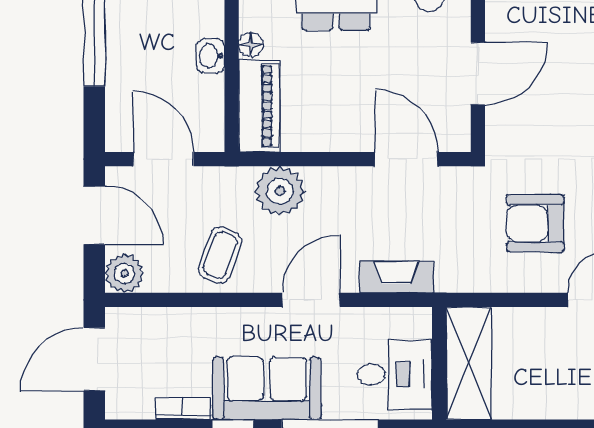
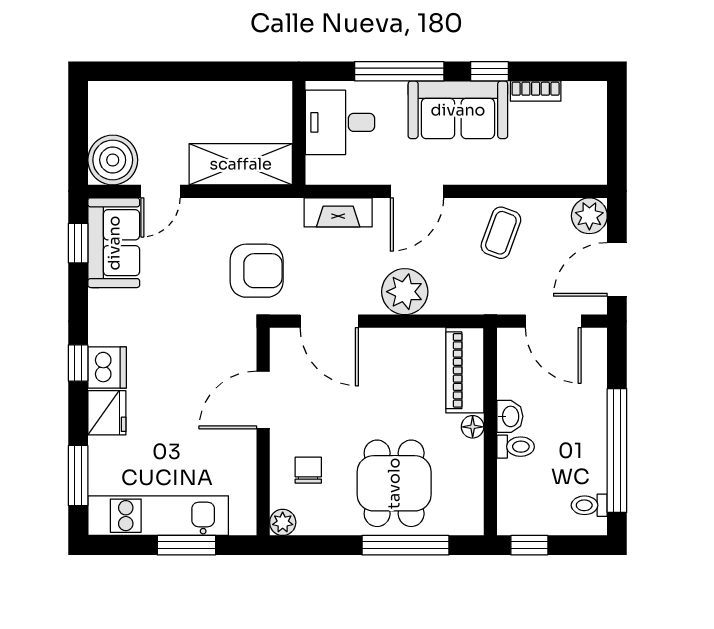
toilet: (204, 23) -> (516, 447), added
plant: (280, 191) -> (405, 292), moved
door: (94, 215) -> (617, 269), hinge flipped
armchair: (535, 223) -> (257, 271), moved
door: (94, 359) -> (617, 137), removed
shelving: (469, 364) -> (241, 164), moved, turned 90

